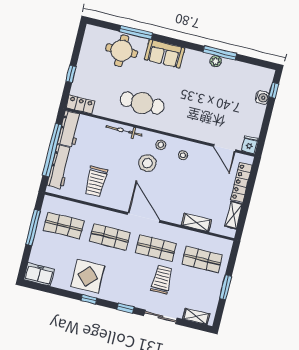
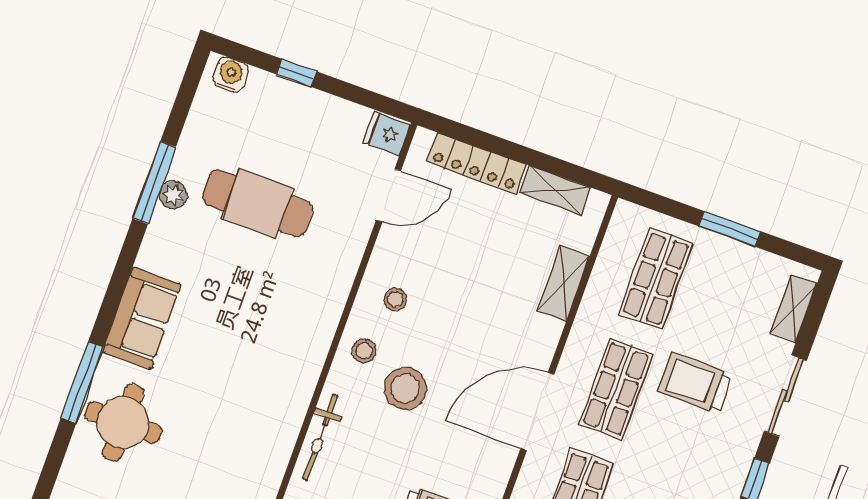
window: (274, 90) -> (297, 73), moved
water cooler: (262, 97) -> (230, 75), moved
cafe table: (142, 103) -> (257, 203), moved, turned 90

